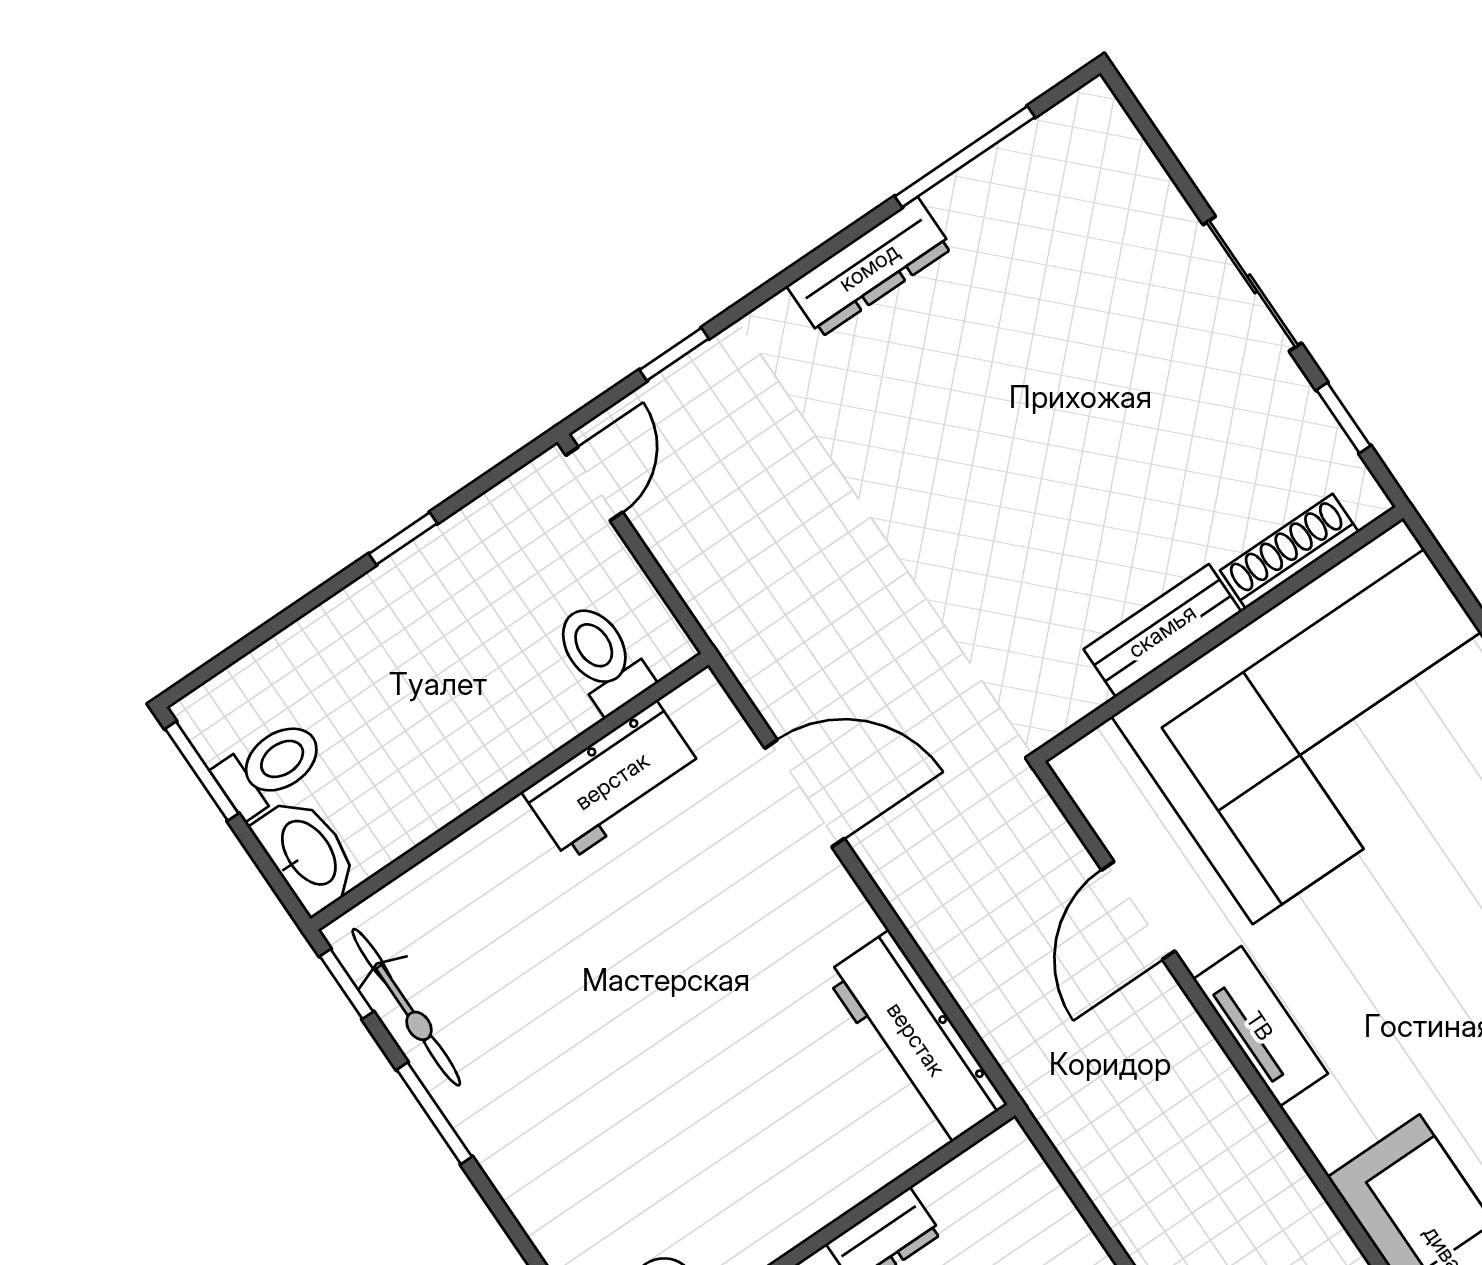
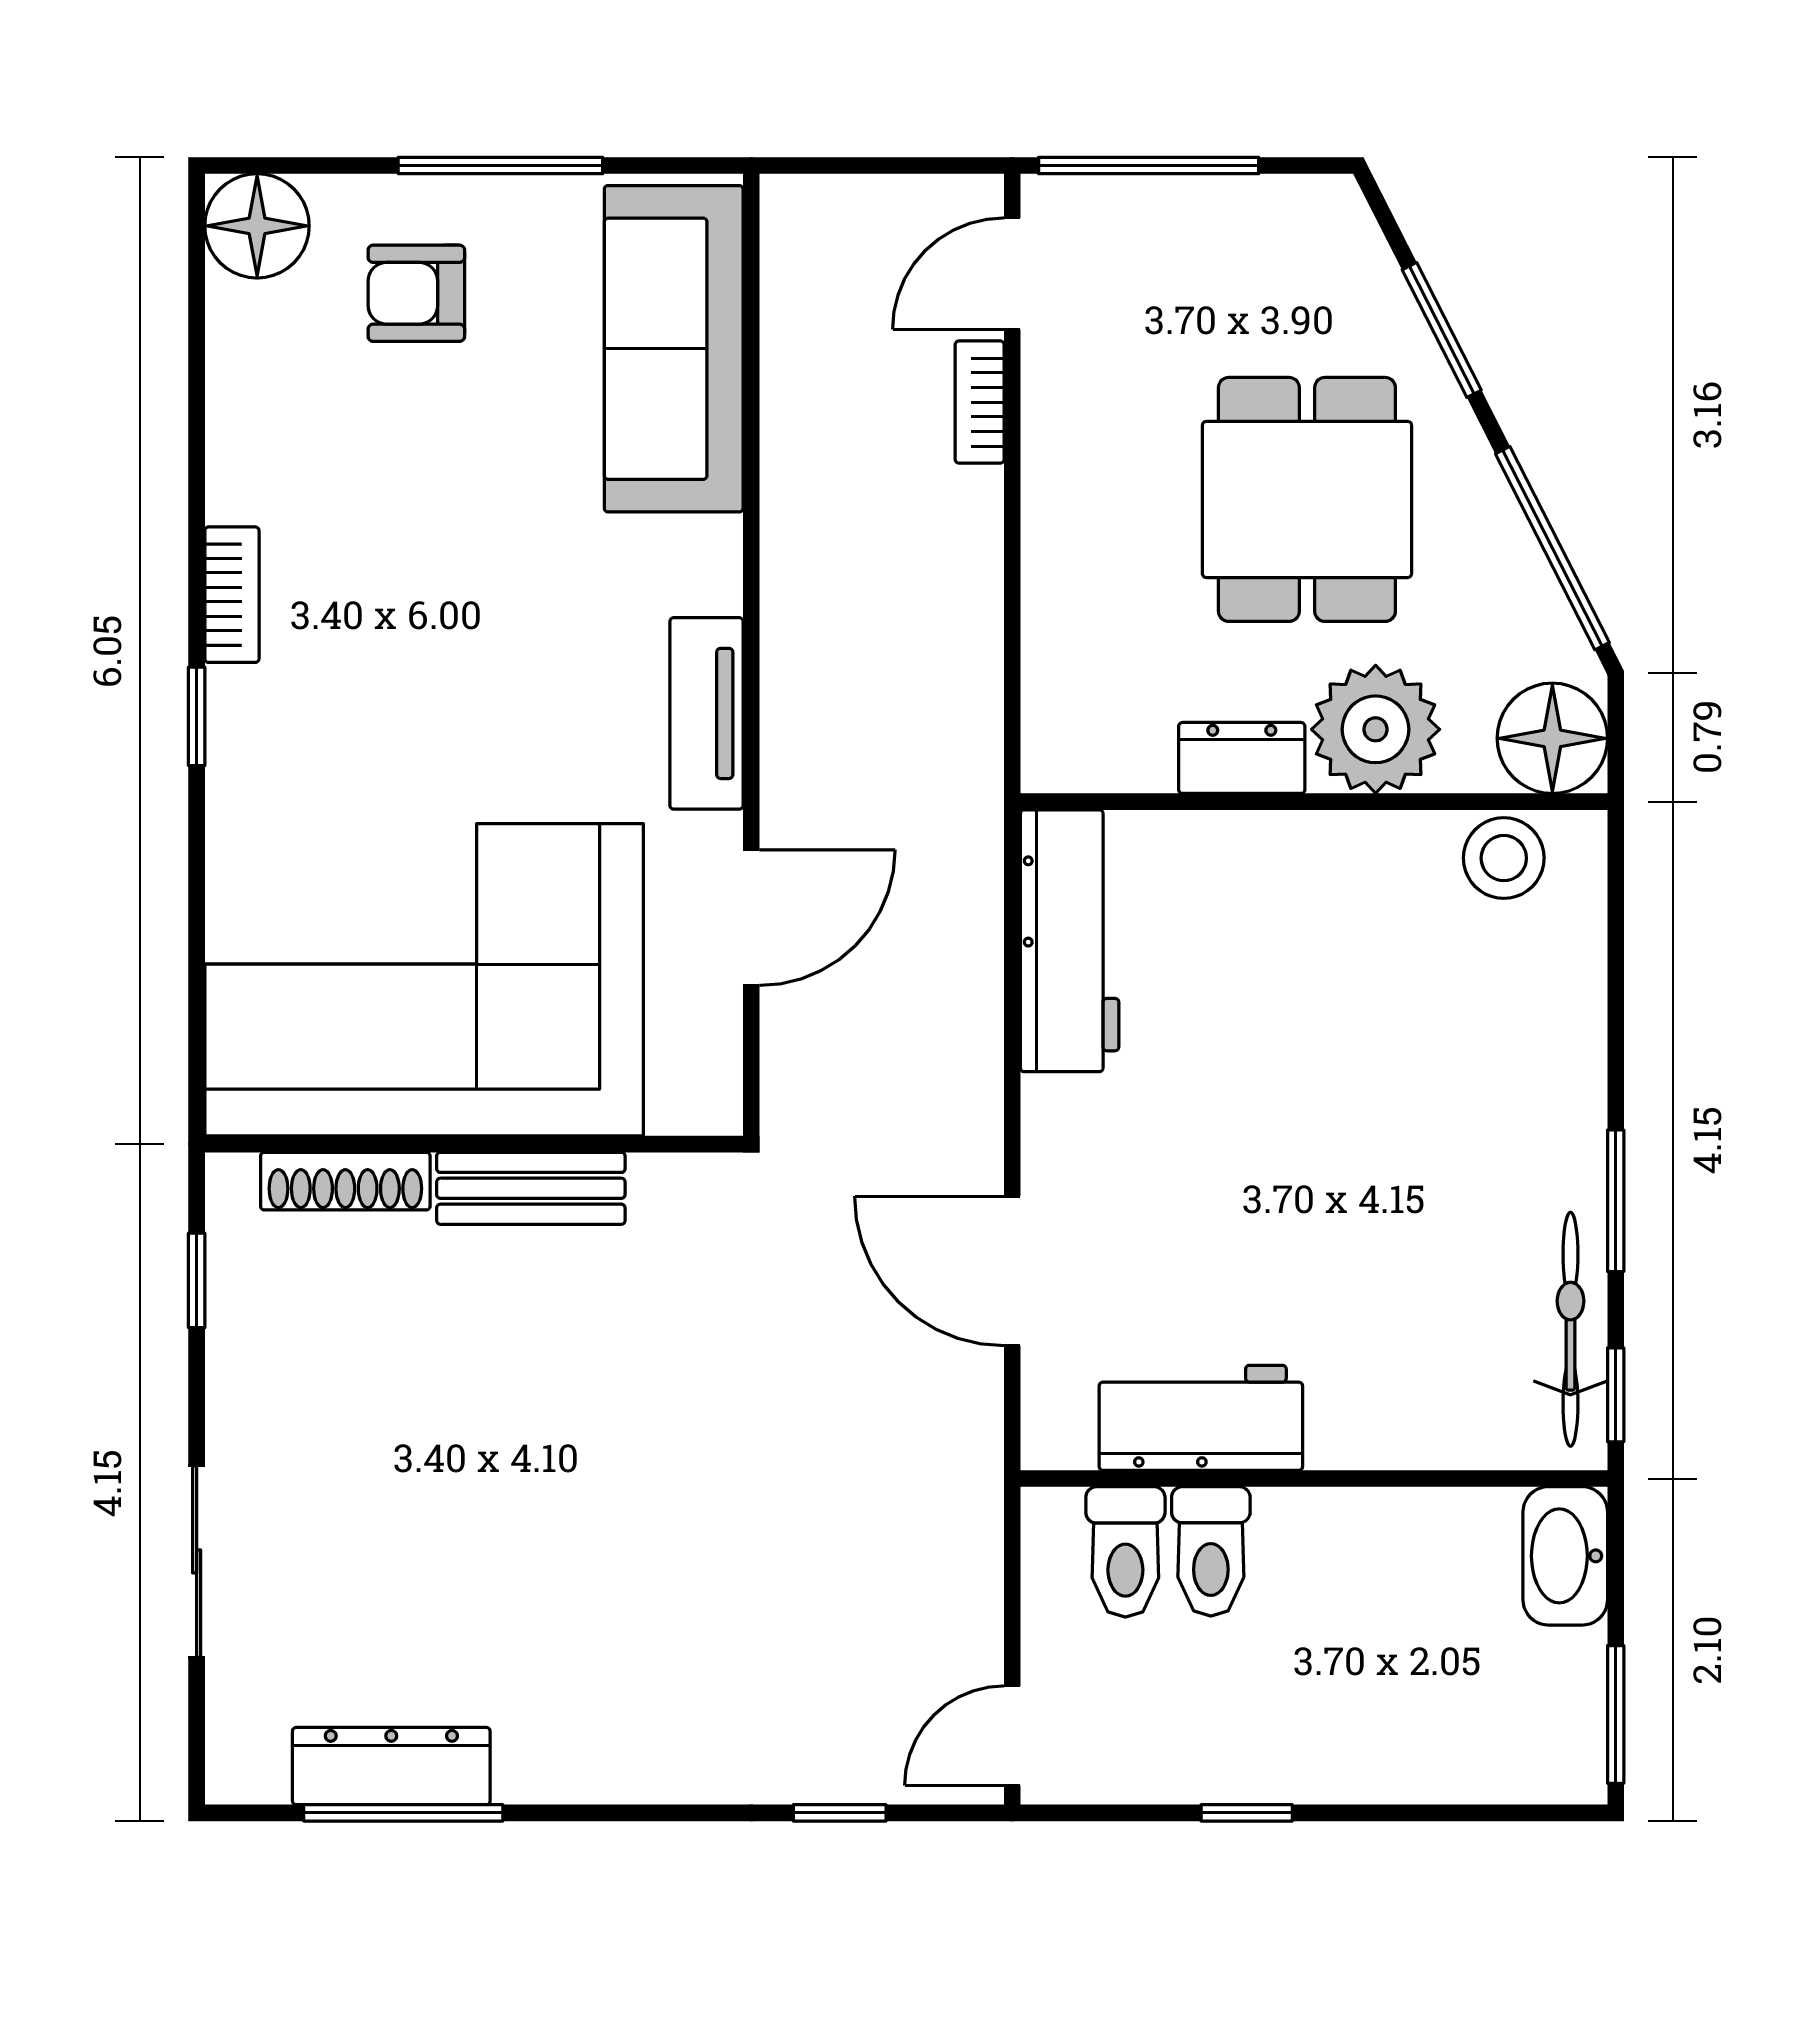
dresser: (869, 267) -> (391, 1766), moved
sliding door: (1252, 284) -> (197, 1561), moved
toilet: (270, 767) -> (1211, 1551), moved, turned -90

